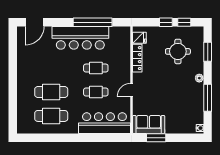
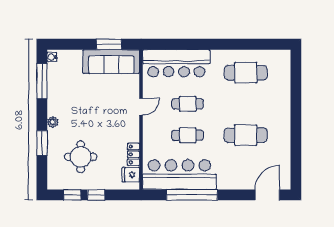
bar counter: (80, 38) -> (179, 175), moved
window: (208, 52) -> (42, 143), moved
locker: (137, 58) -> (133, 154), width x0.66
cafe table: (51, 92) -> (246, 135), moved
window: (208, 98) -> (42, 81), moved
sofa: (149, 125) -> (111, 62), width x1.36

